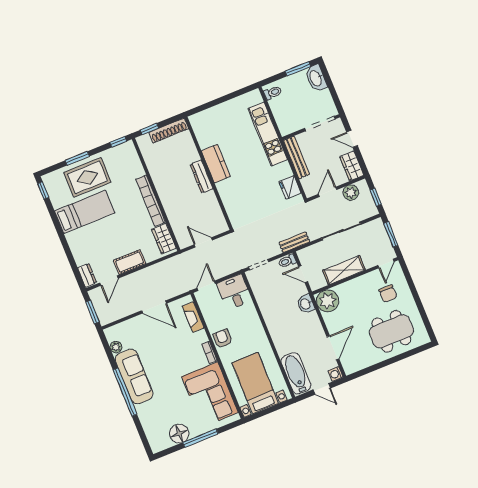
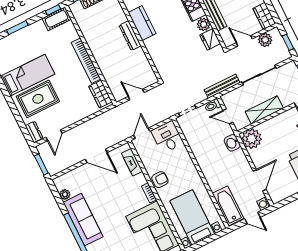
plant: (284, 170) -> (204, 24), added
rug: (87, 177) -> (38, 99), moved
door: (328, 192) -> (244, 41), hinge flipped
bench: (294, 242) -> (222, 86), width x1.36
cot: (130, 262) -> (57, 19), moved
armchair: (223, 339) -> (160, 180), turned 90

